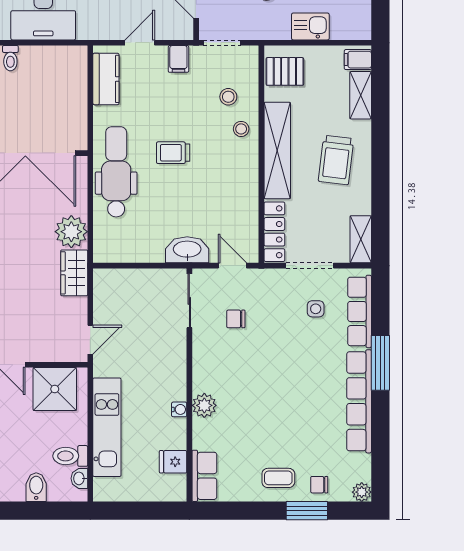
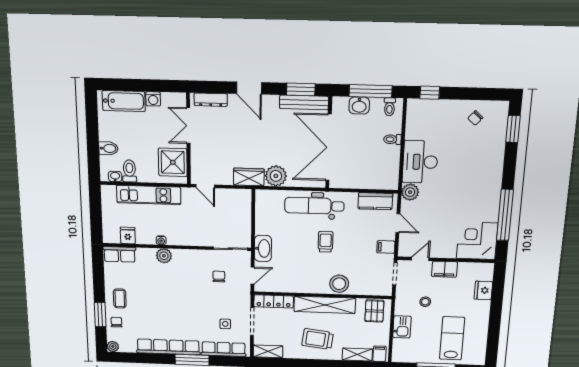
plant: (90, 27) -> (410, 192), added
stool: (228, 97) -> (360, 277), removed
stool: (241, 129) -> (339, 284), width x1.89, depth x1.89
dental chair: (116, 172) -> (314, 206), turned 180

